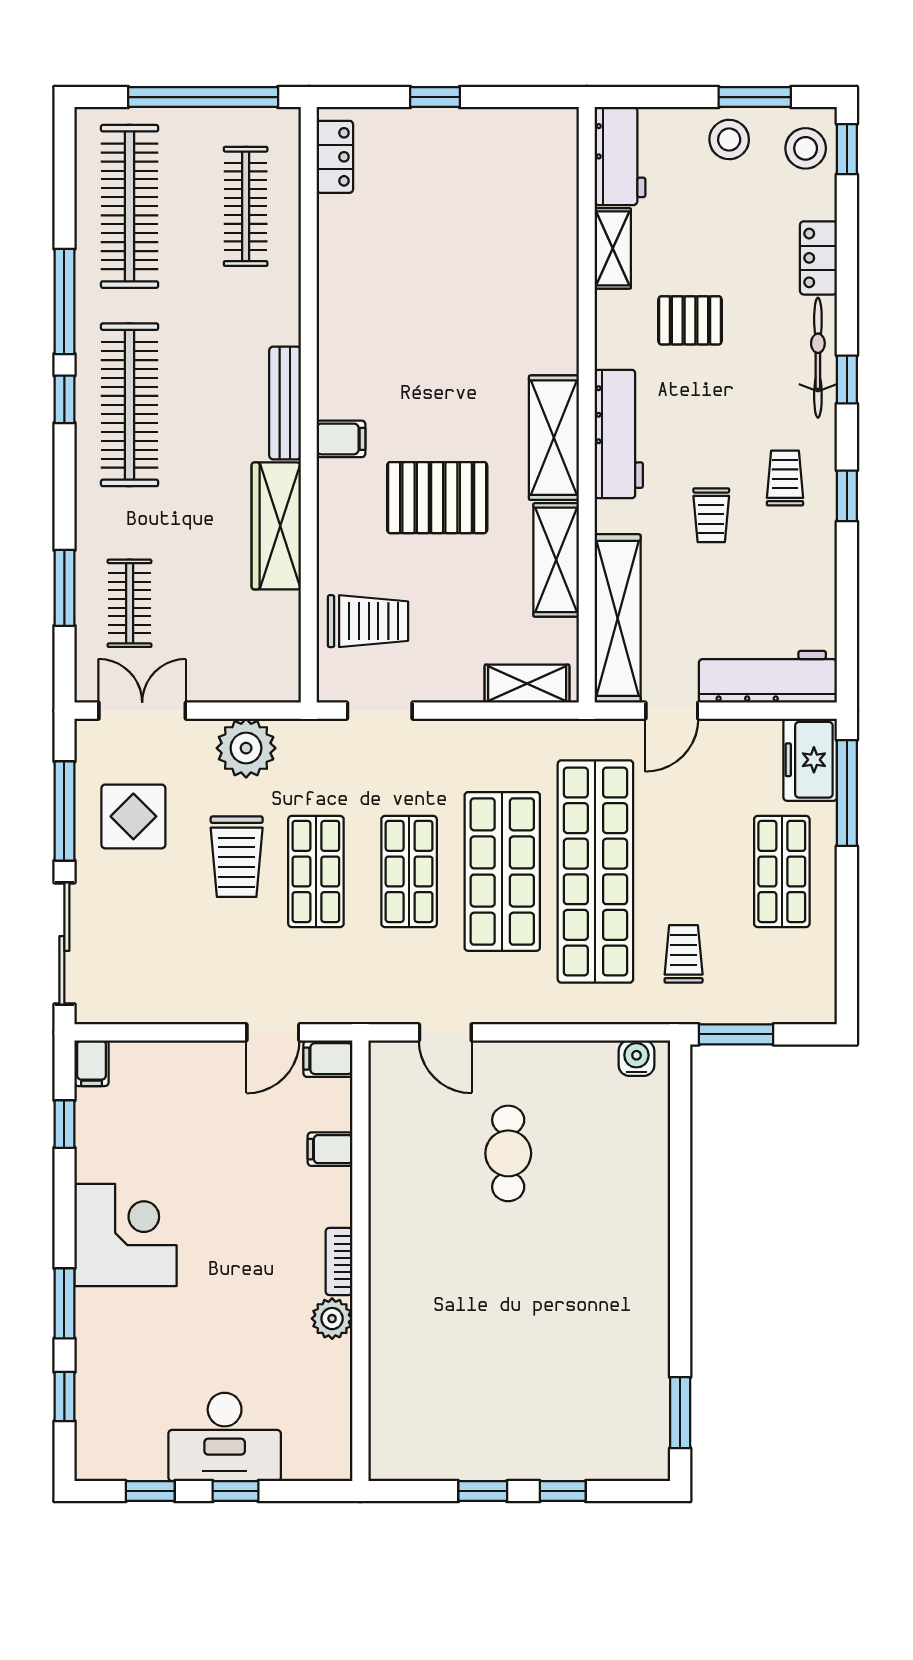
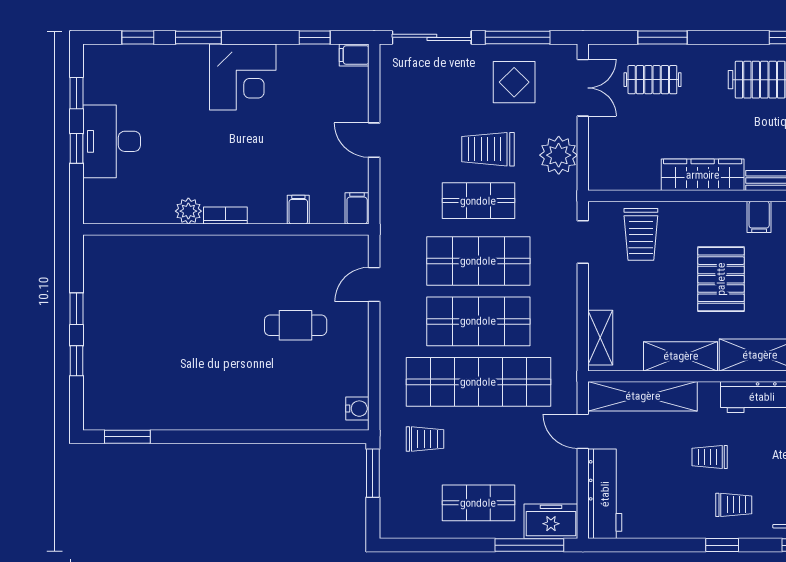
shop shelf: (409, 871) -> (478, 261), width x1.43, depth x1.36
door: (273, 1032) -> (374, 140), moved

